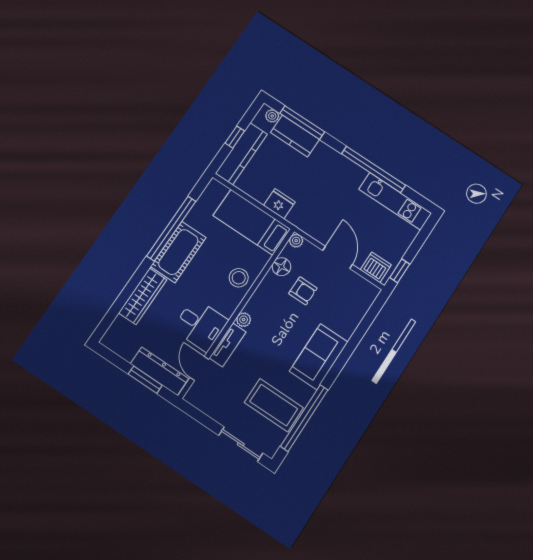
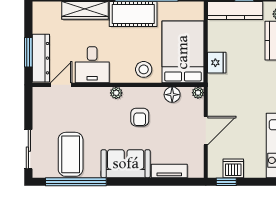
bed: (252, 222) -> (183, 52), width x1.50
dishwasher: (376, 267) -> (233, 168), moved, turned -90
armchair: (303, 291) -> (140, 117), moved
tv unit: (228, 345) -> (169, 171), moved, turned 180

